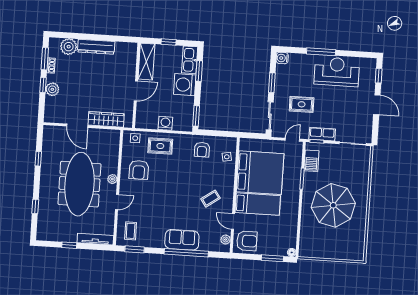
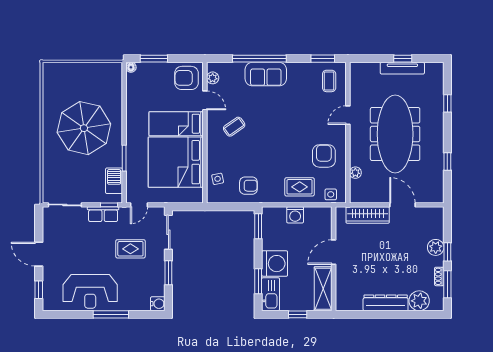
armchair: (202, 150) -> (248, 186), turned 90
plant: (112, 179) -> (355, 173), moved
tv unit: (95, 239) -> (402, 68), moved

